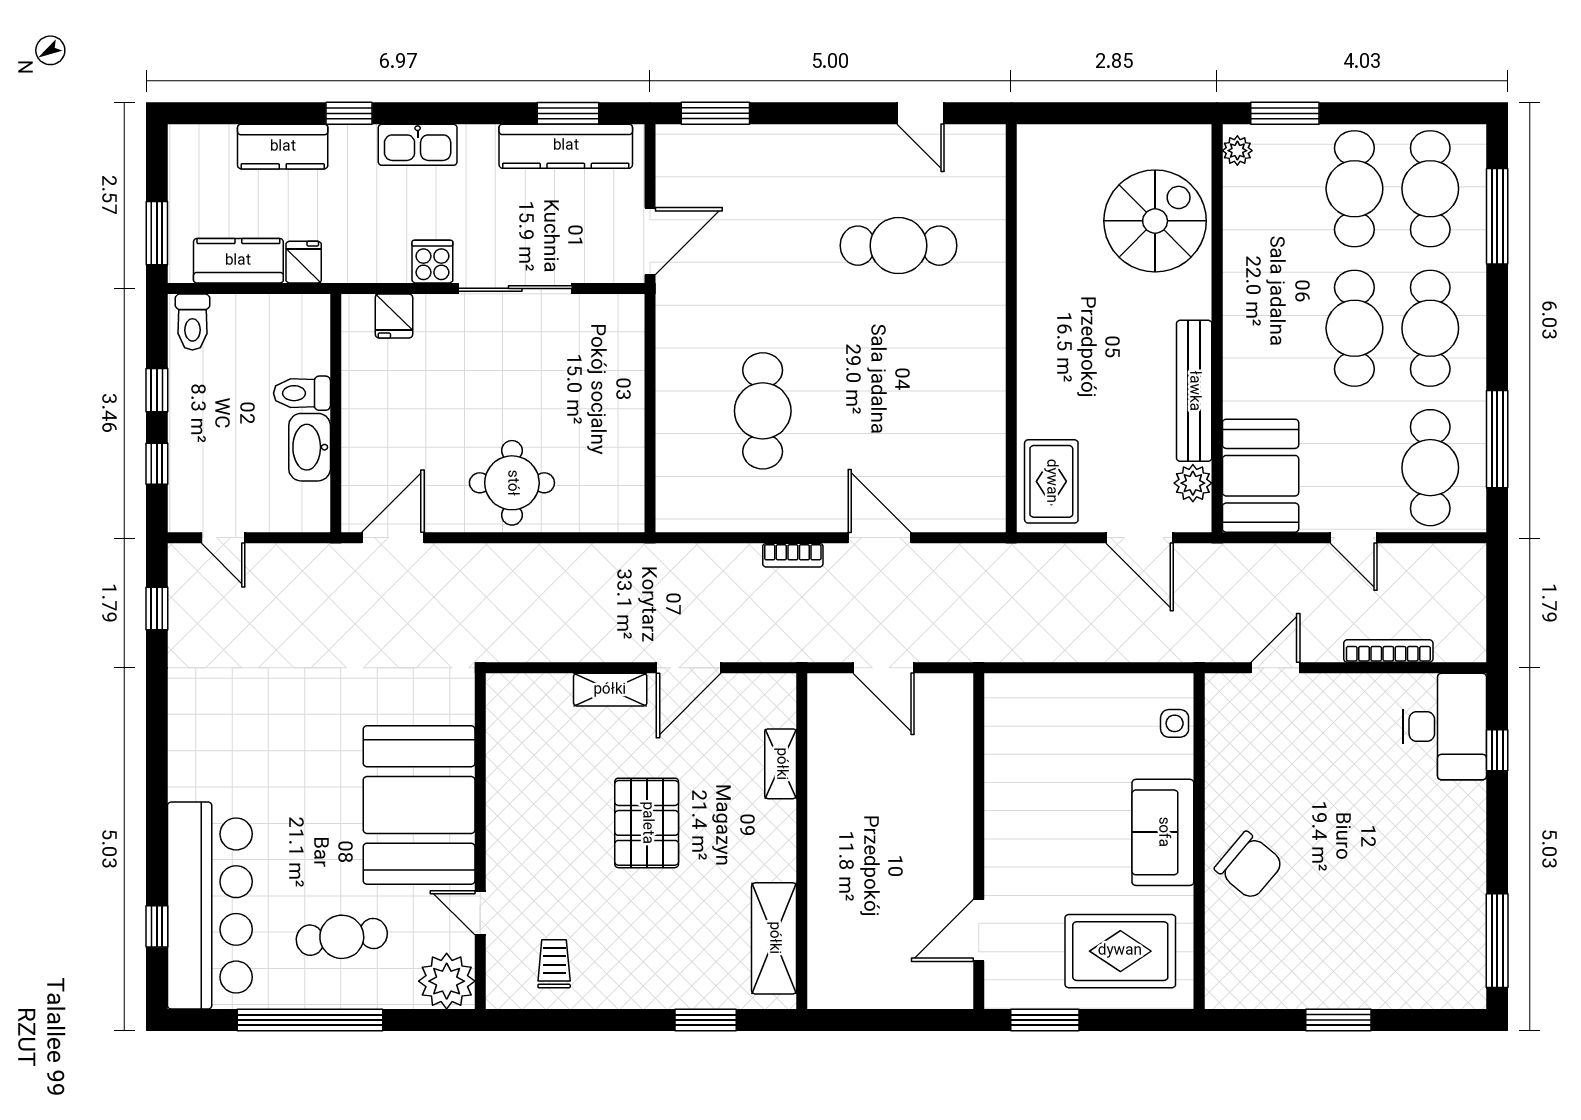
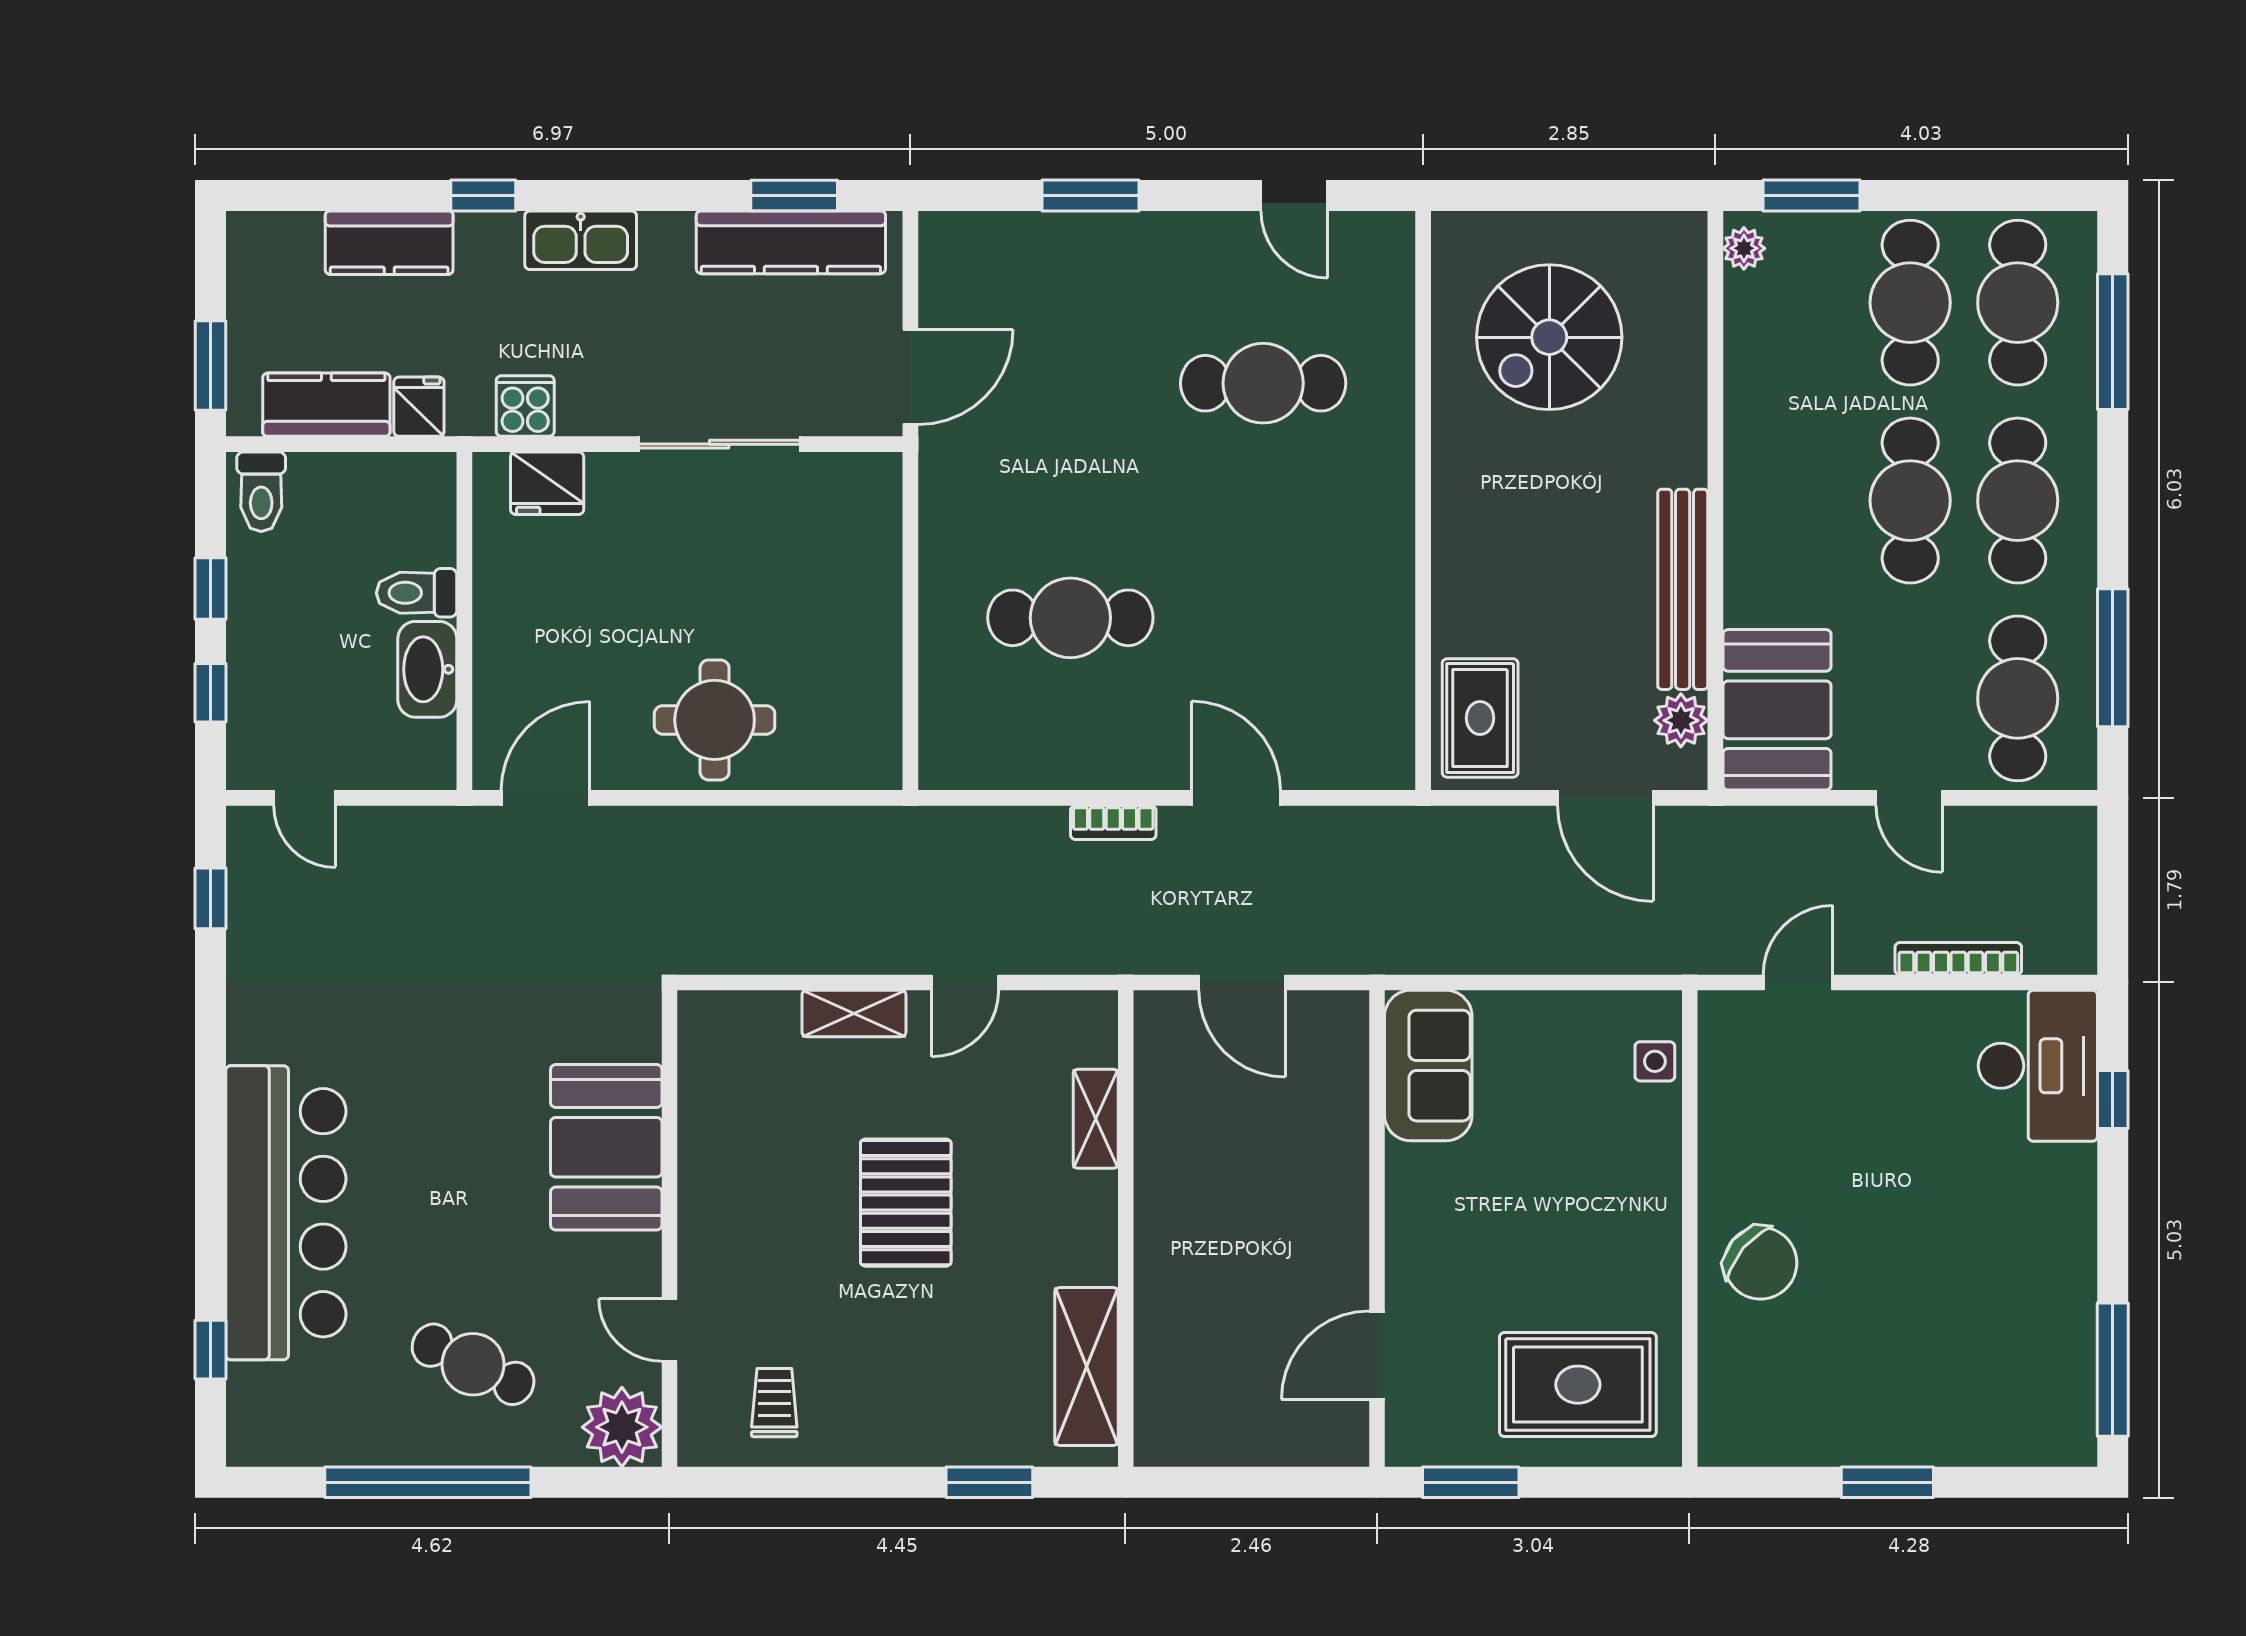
window: (715, 113) -> (1090, 195), moved
spiral stairs: (1155, 221) -> (1549, 337), moved, turned 180
cooker: (432, 262) -> (525, 406), moved
fridge: (394, 316) -> (547, 483), width x1.38
cafe table: (763, 411) -> (1070, 618), turned 90
door: (689, 668) -> (965, 982), width x0.73
booth: (419, 805) -> (606, 1147), width x0.73, depth x0.70
sofa: (1163, 832) -> (1428, 1066), moved, turned 180
bar counter: (210, 906) -> (286, 1213), moved
cafe table: (342, 937) -> (473, 1364), turned 31

